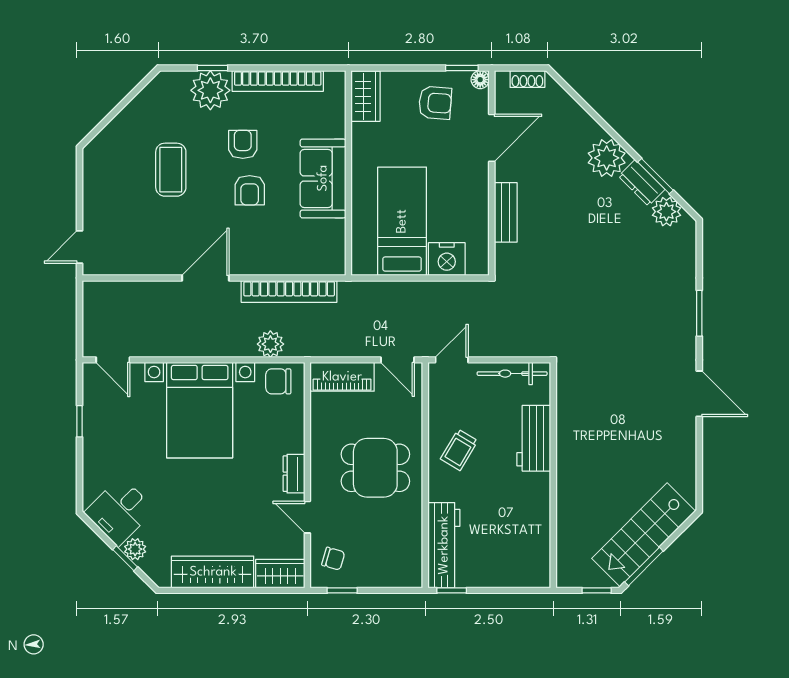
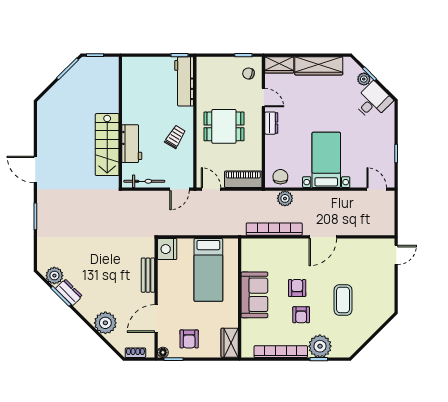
armchair: (435, 103) -> (189, 339), turned -94
plant: (607, 158) -> (105, 323), moved
nightstand: (447, 259) -> (167, 249), moved, turned -90
chair: (278, 381) -> (280, 177), turned -90
bed with nightstands: (200, 410) -> (326, 160), width x0.73
stairs: (644, 535) -> (107, 145), moved, turned 135

